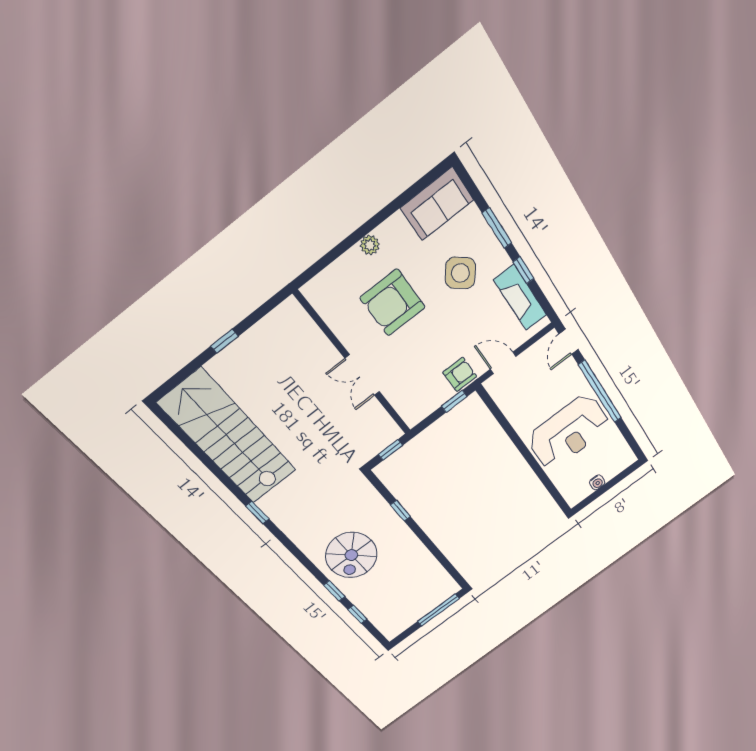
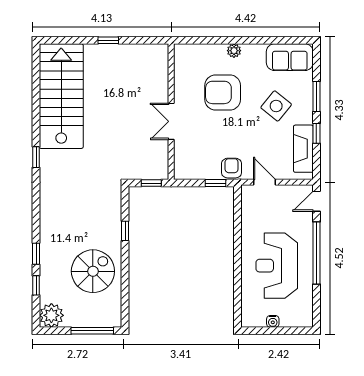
armchair: (460, 374) -> (232, 168), turned -90
reception desk: (569, 432) -> (277, 266), turned 90
spiral stairs: (351, 555) -> (93, 271), moved, turned 180
plant: (392, 626) -> (51, 315), added

